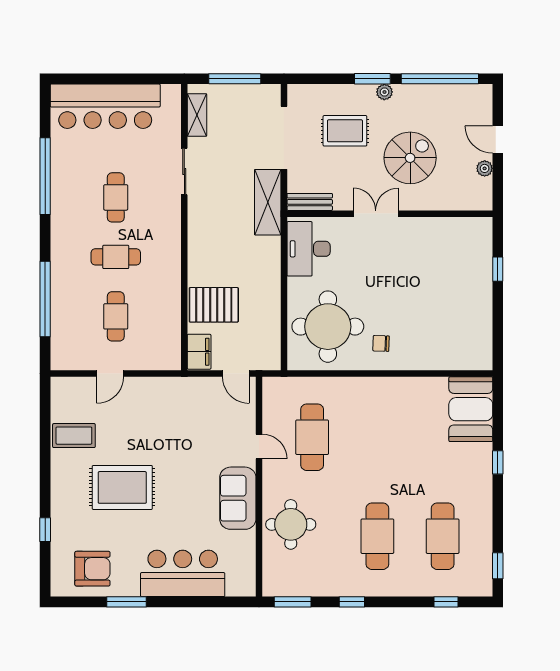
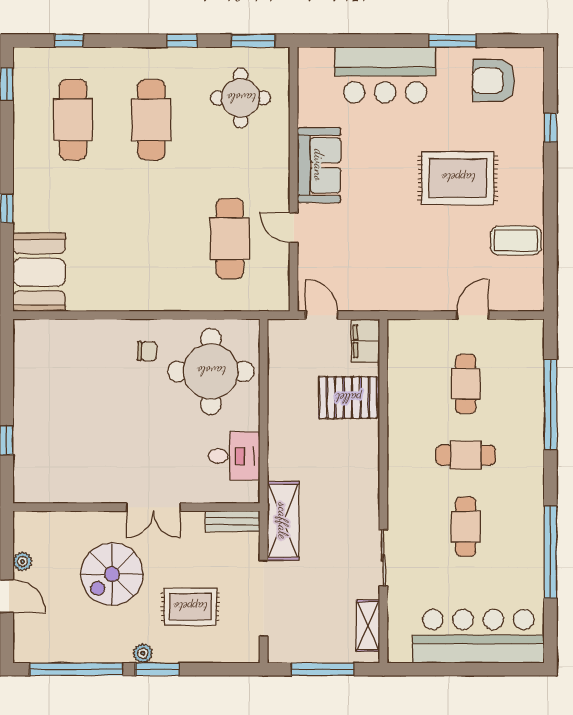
desk: (309, 249) -> (234, 456), width x0.73
round table: (291, 524) -> (241, 98), moved

